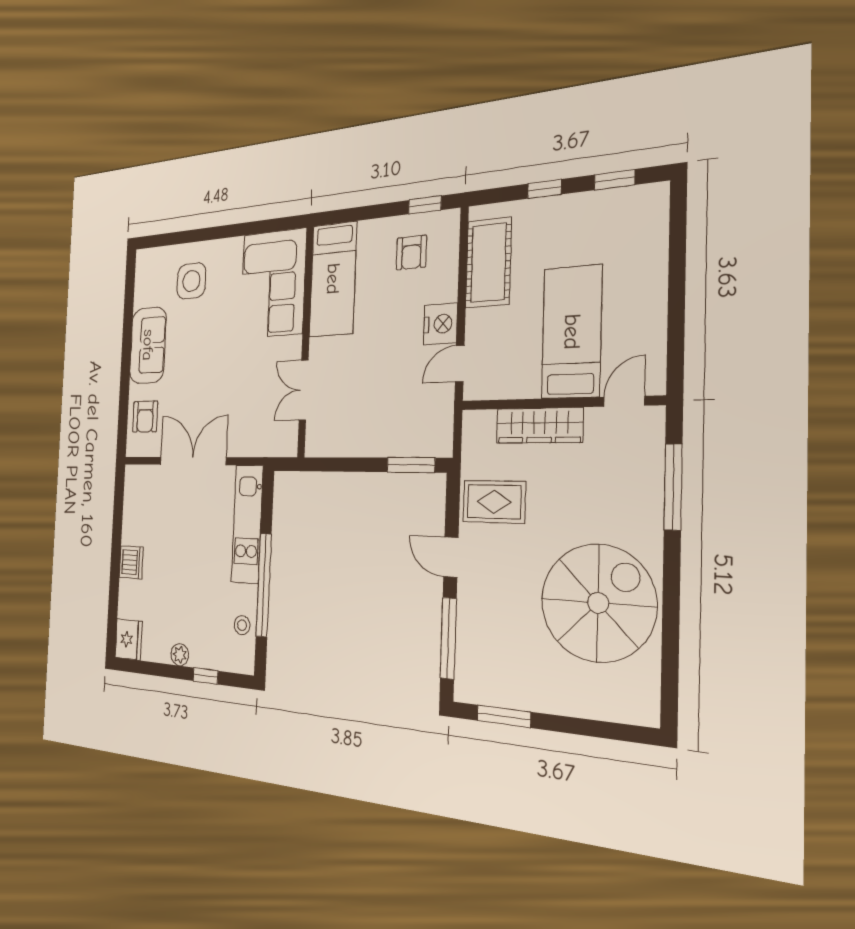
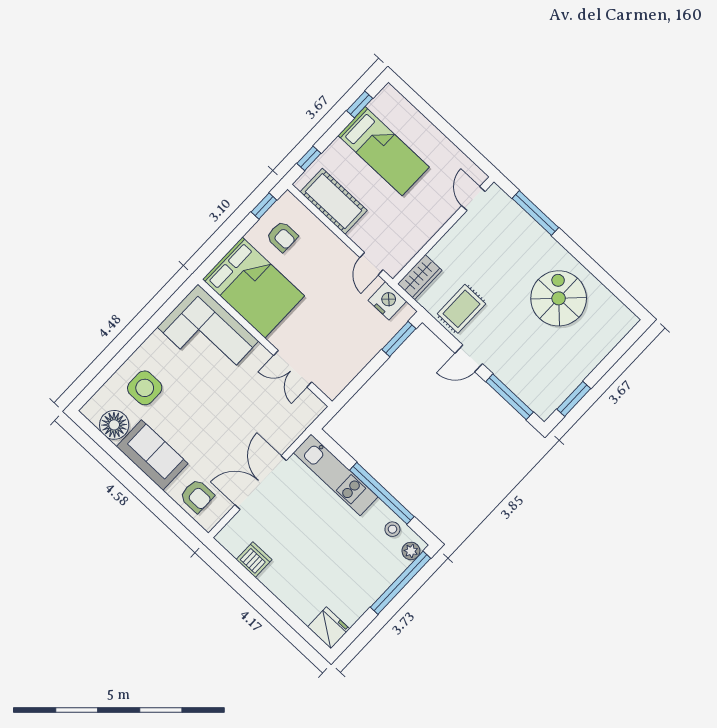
window: (545, 189) -> (309, 158), moved
bed: (333, 279) -> (253, 288), width x1.50
floor lamp: (147, 289) -> (114, 425), added
nightstand: (440, 324) -> (387, 301), moved
bed: (572, 332) -> (384, 151), moved, turned 180
wardrobe: (539, 425) -> (420, 277), moved, width x0.67
dishwasher: (131, 562) -> (254, 560), moved
spiral stairs: (598, 603) -> (559, 298), width x0.73, depth x0.73
plant: (180, 655) -> (411, 551), moved
window: (205, 676) -> (400, 583), width x3.17

